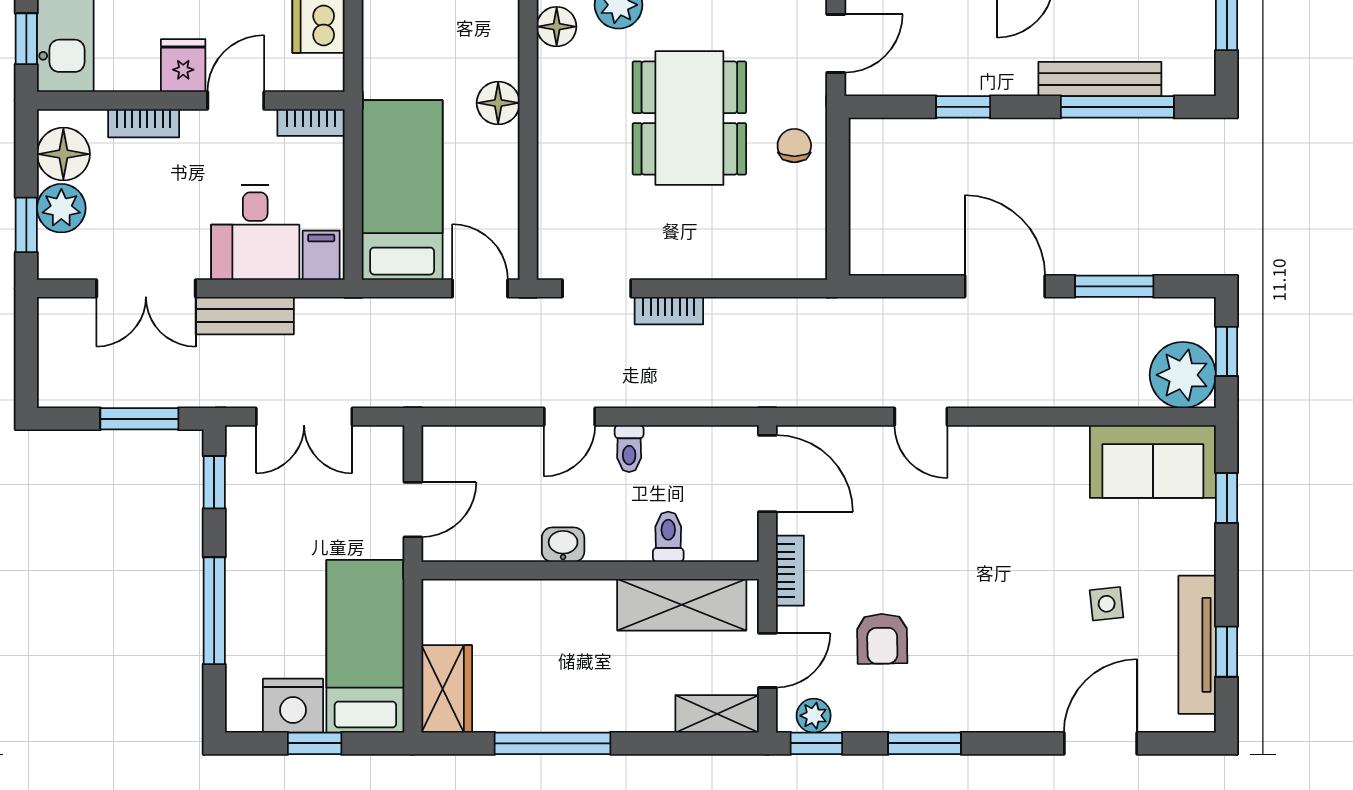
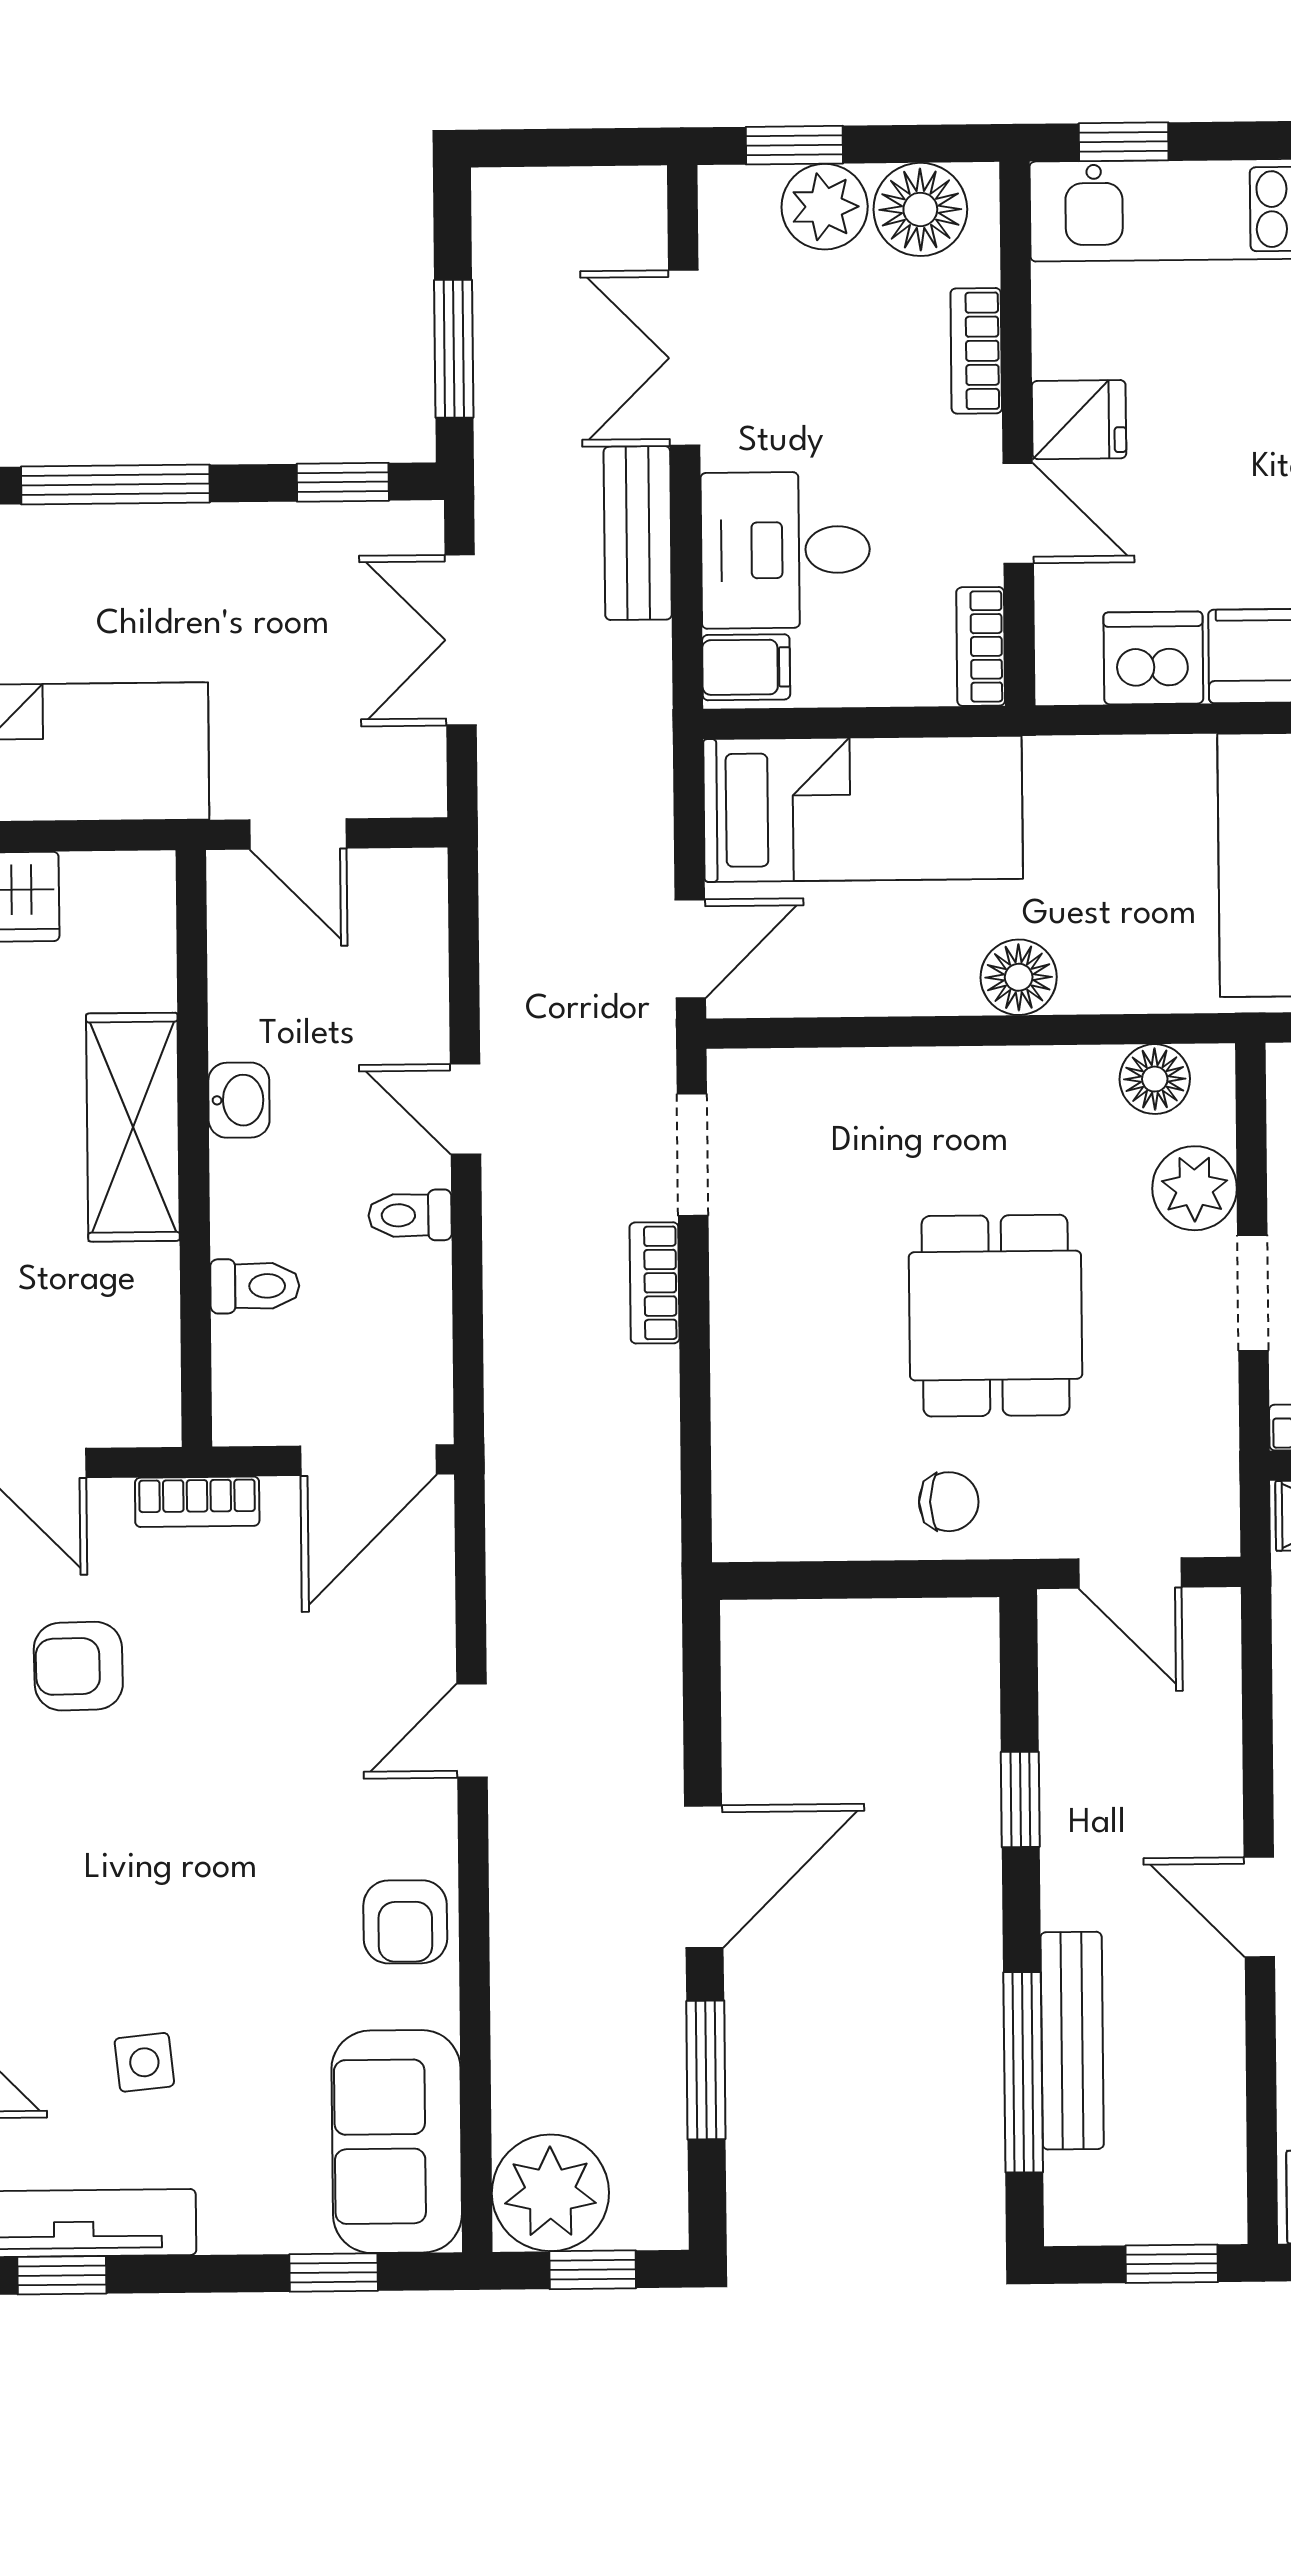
dining table: (689, 118) -> (995, 1316), width x0.73
armchair: (1029, 455) -> (405, 1922), added
shelving: (682, 605) -> (133, 1127), moved

